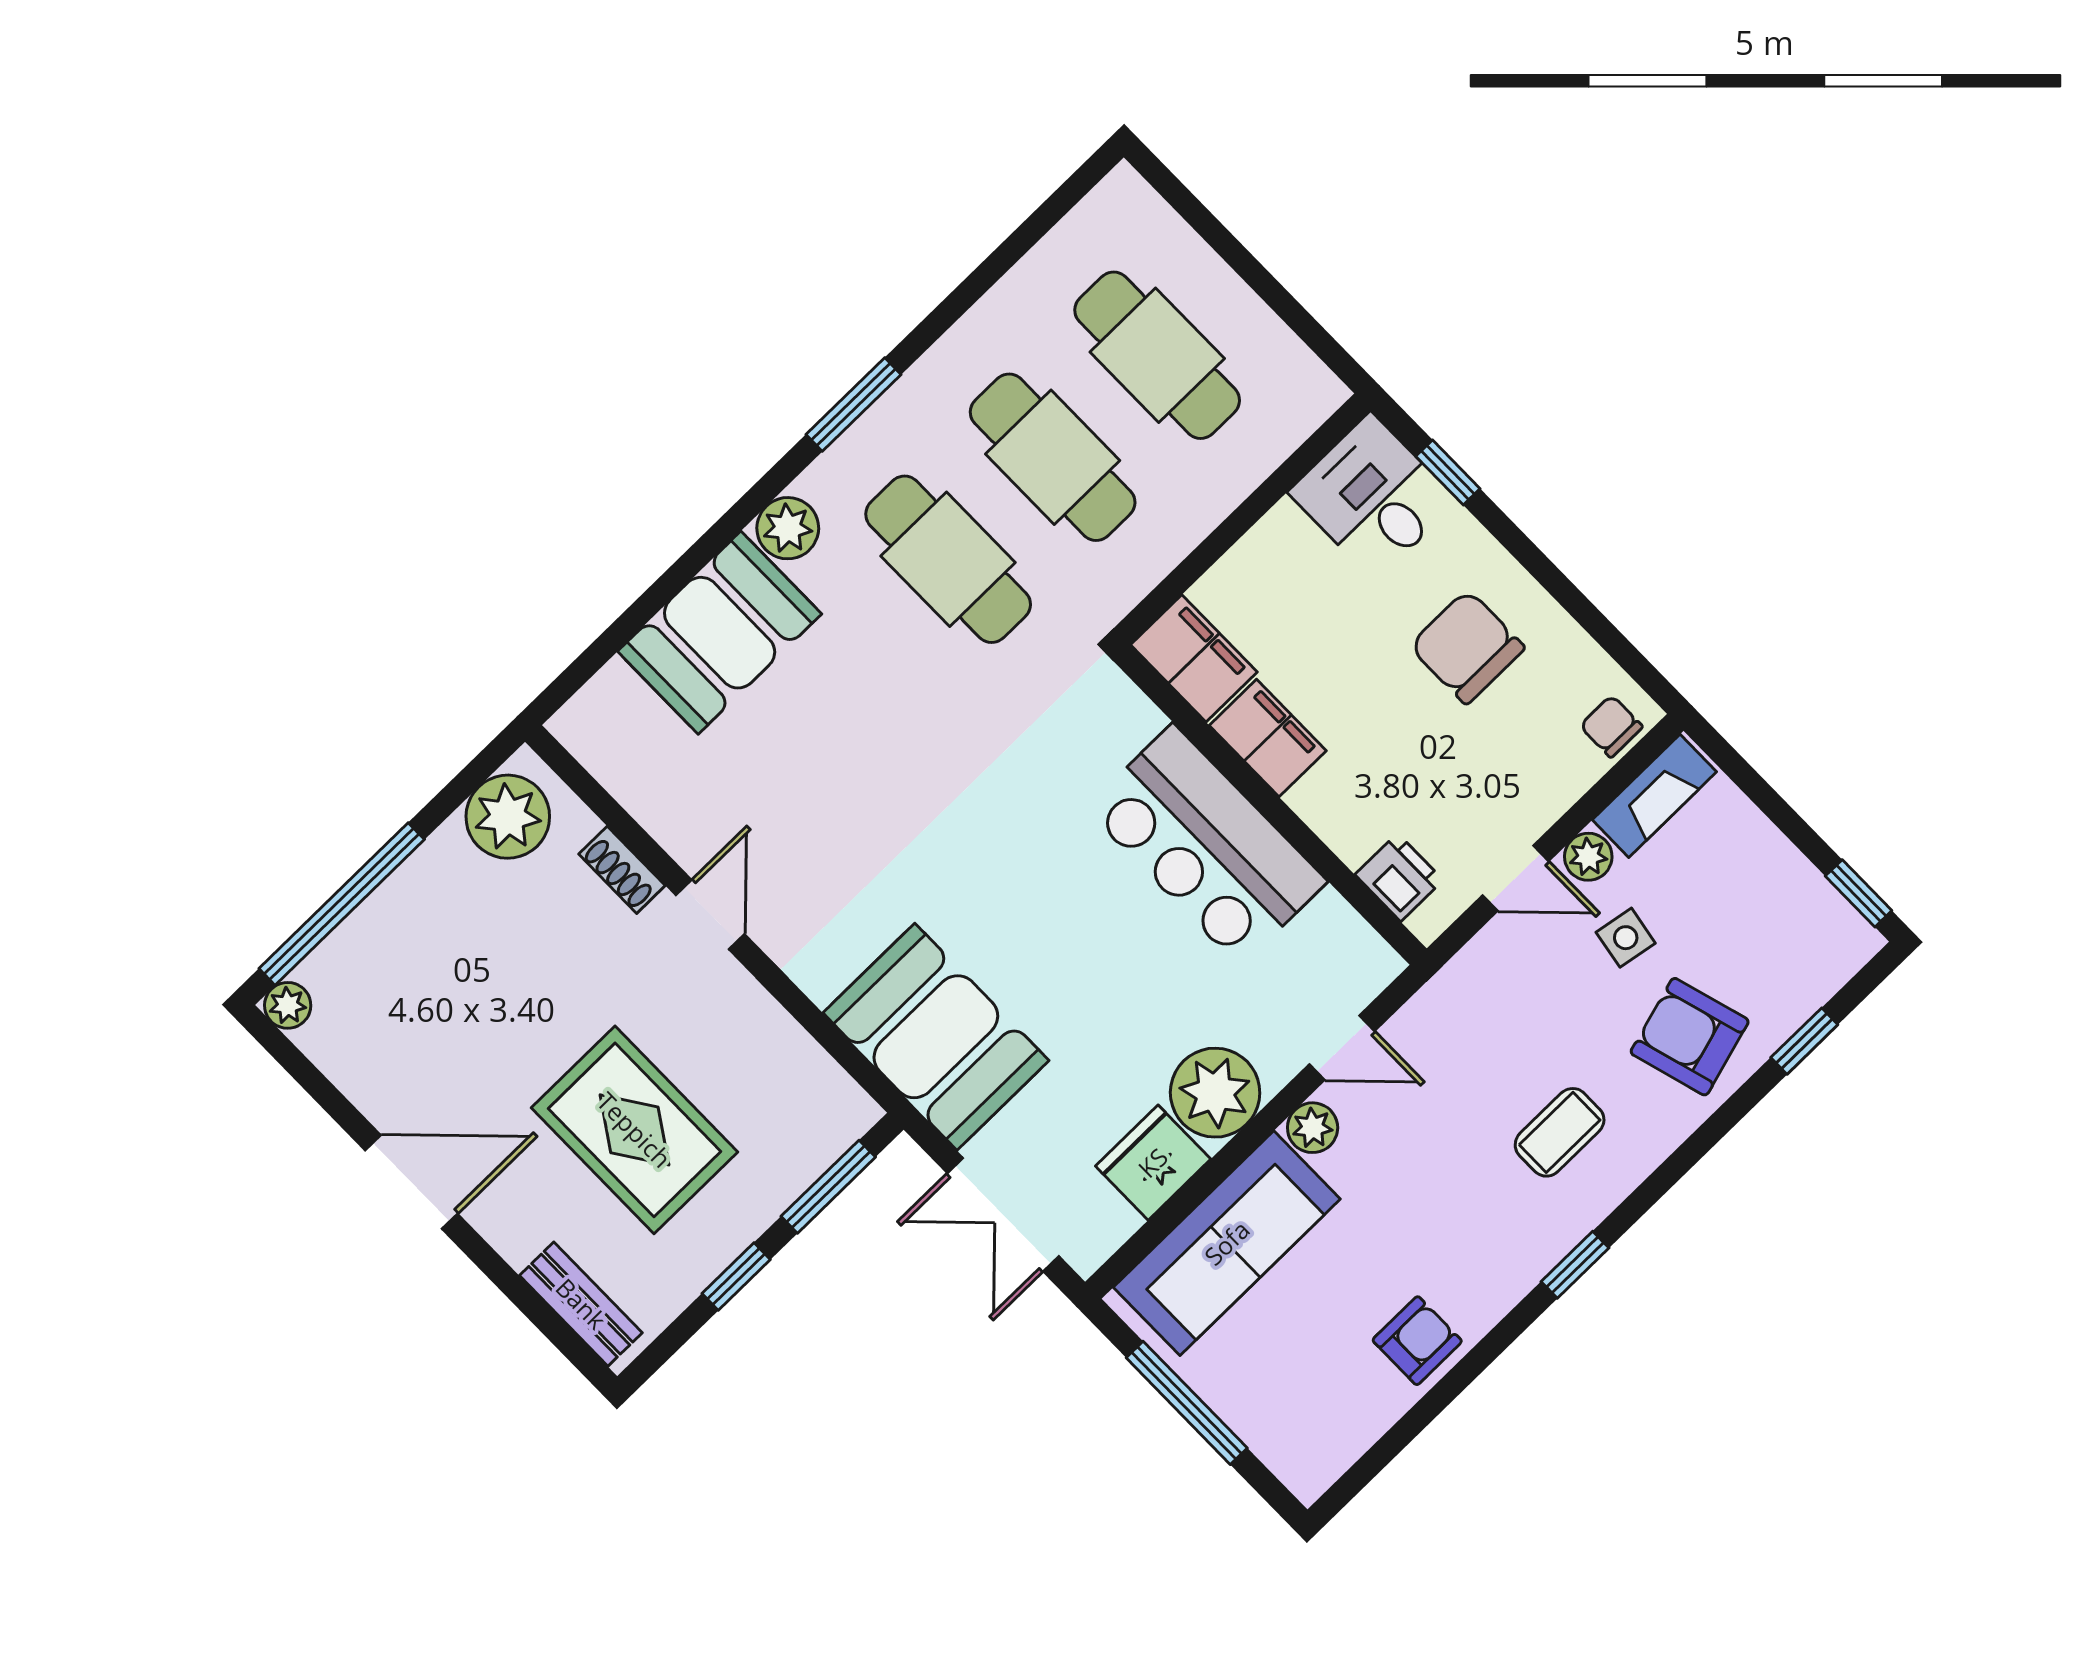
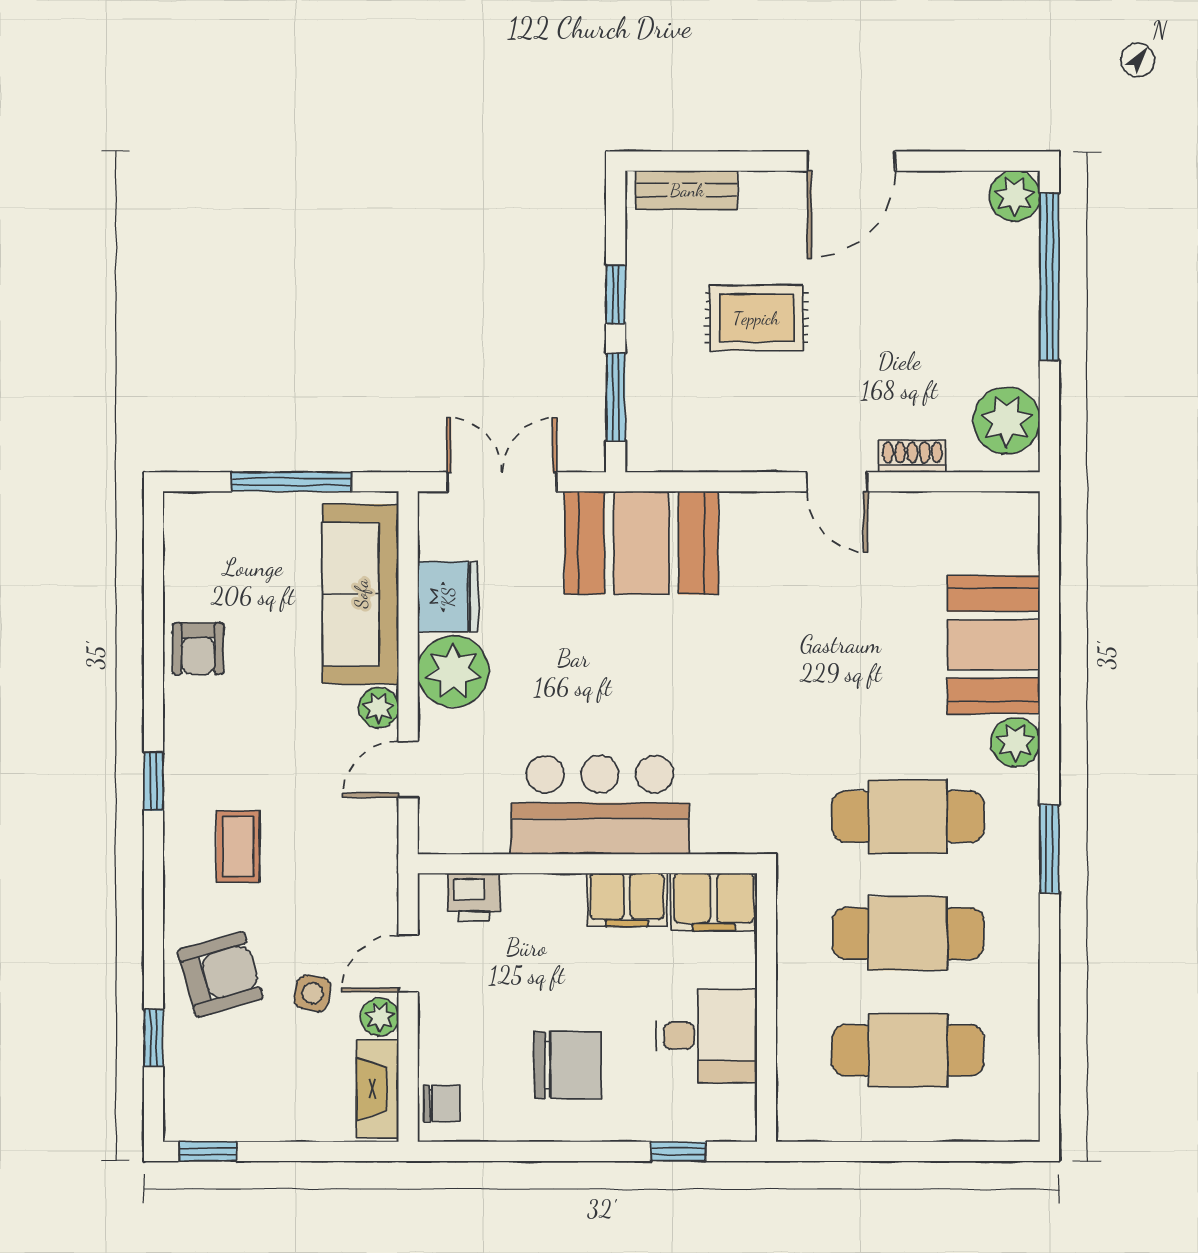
desk: (1373, 497) -> (706, 1036), moved
plant: (288, 1005) -> (1015, 196), width x1.38, depth x1.38
rug: (634, 1130) -> (756, 318), width x0.73, depth x0.70

